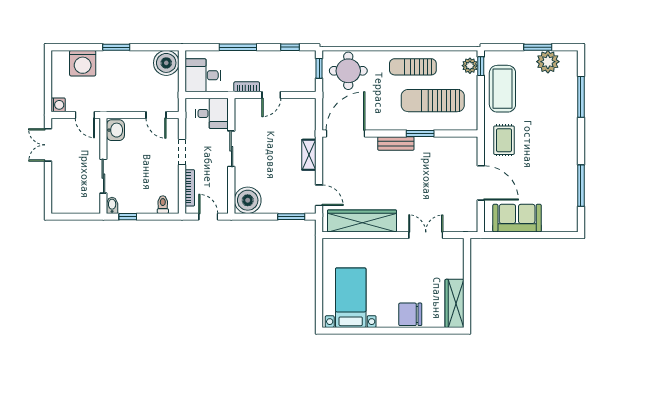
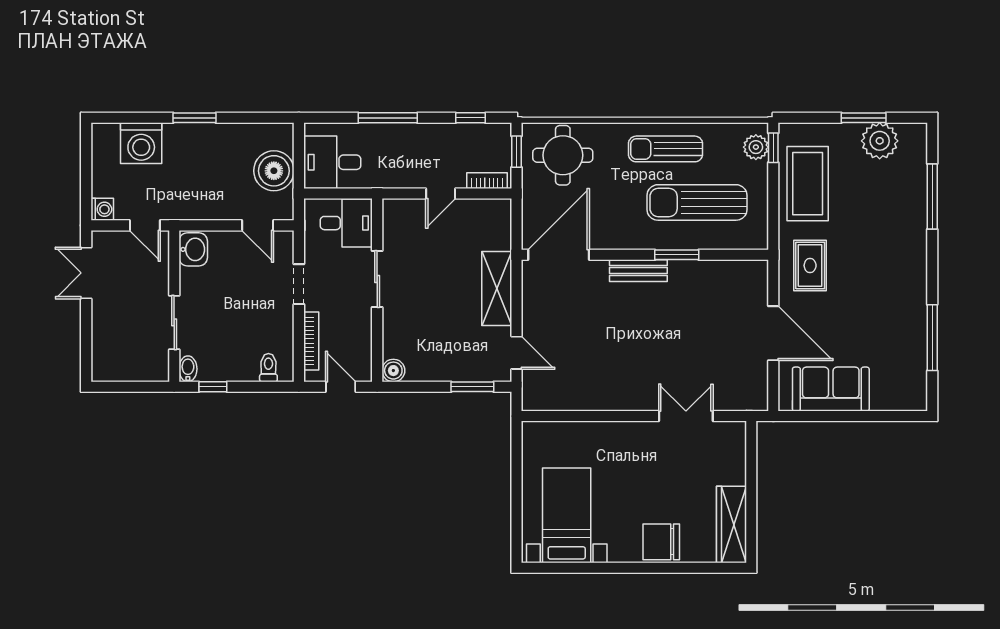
boiler: (166, 63) -> (274, 171), moved
bookcase: (247, 87) -> (487, 181), moved
shelving: (309, 155) -> (497, 289), width x1.50, depth x1.33
boiler: (248, 200) -> (393, 371), width x0.54, depth x0.54
wardrobe: (362, 221) -> (585, 394), removed

